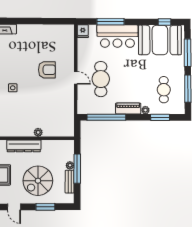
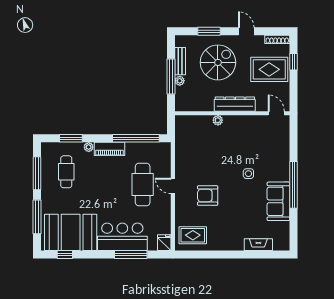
rug: (59, 37) -> (193, 235), added

